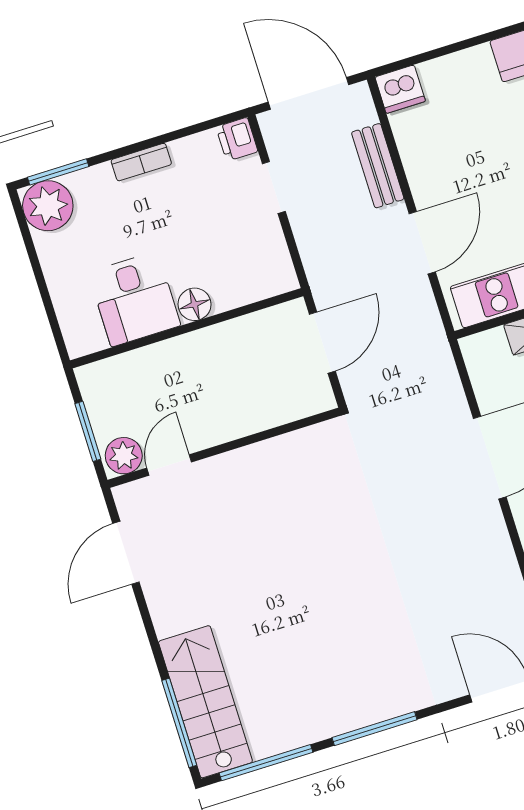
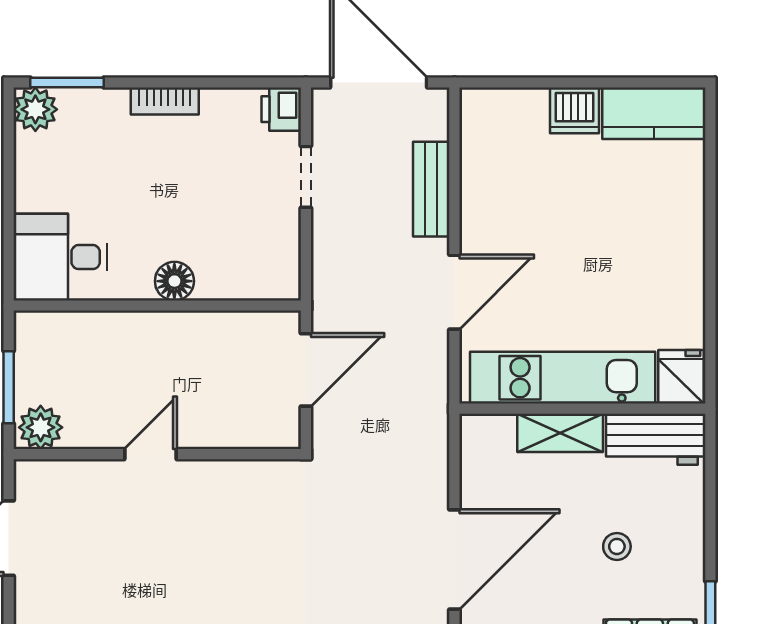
dishwasher: (400, 89) -> (574, 110), moved
plant: (48, 206) -> (35, 109), width x0.73, depth x0.73
desk: (134, 299) -> (60, 257), moved, turned 90
door: (169, 465) -> (150, 454), moved

